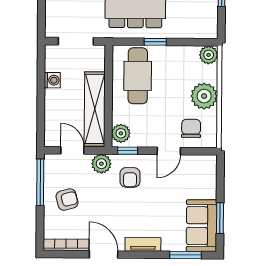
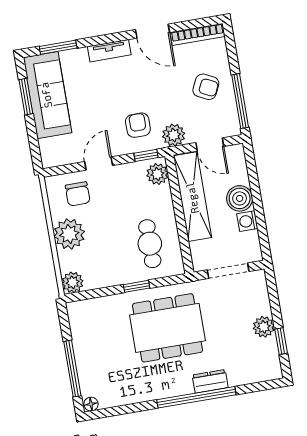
cafe table: (138, 76) -> (150, 244), width x0.73, depth x0.74
boiler: (55, 100) -> (240, 198), added
armchair: (67, 200) -> (206, 87), turned -139
sofa: (202, 226) -> (47, 95), width x1.36

